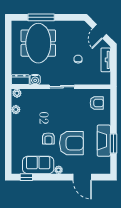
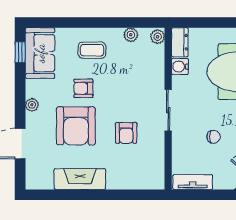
tv unit: (106, 60) -> (193, 182), moved
armchair: (97, 103) -> (126, 133), moved
coffee table: (25, 133) -> (92, 50), added
window: (113, 143) -> (75, 195), removed
sofa: (38, 165) -> (40, 53), moved

